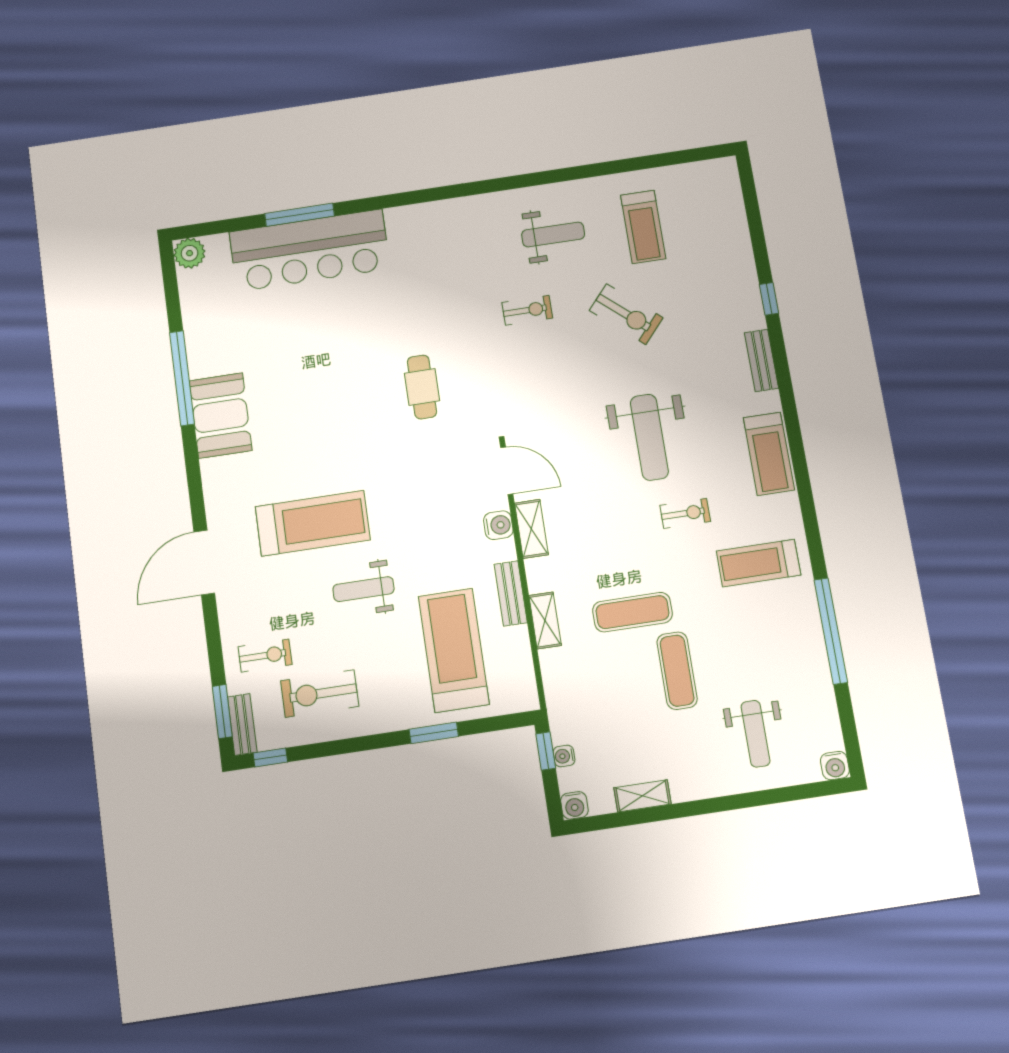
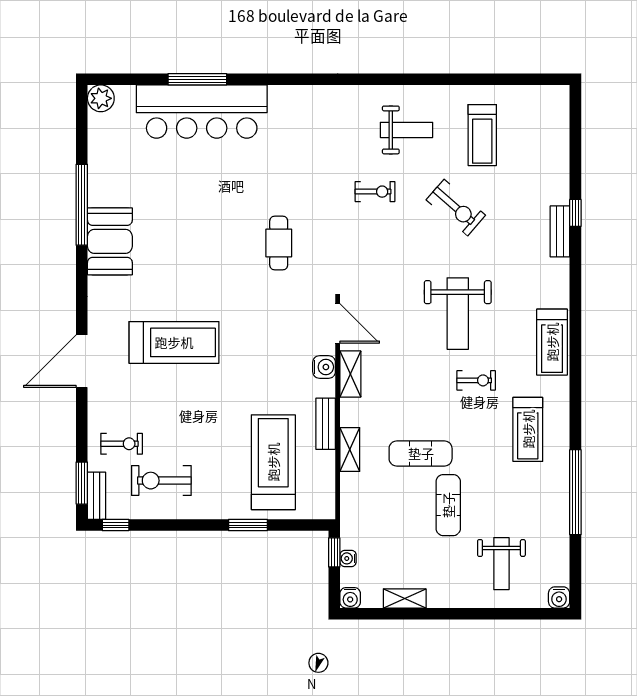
bench: (761, 360) -> (560, 231), moved
treadmill: (758, 563) -> (528, 429), turned -90
weight bench: (364, 589) -> (208, 402), removed

